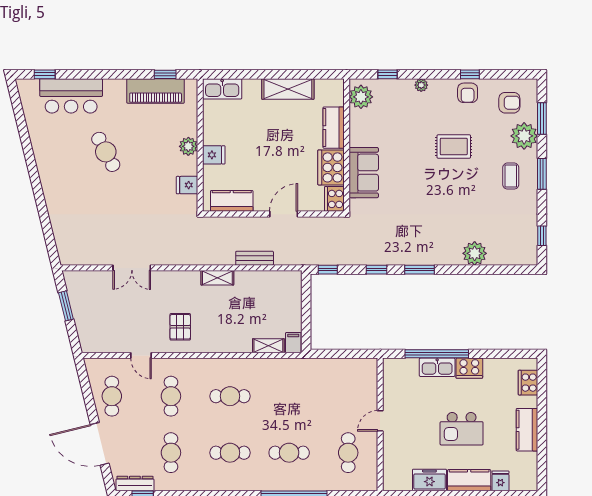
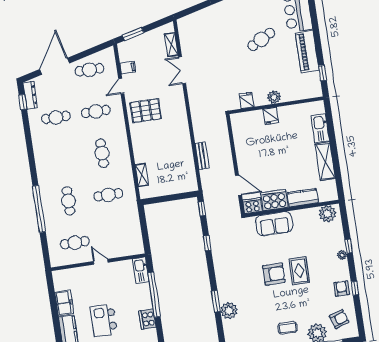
window: (387, 74) -> (349, 246), moved
kitchen sink: (222, 89) -> (320, 128), moved
piano: (156, 91) -> (307, 52), moved
armchair: (468, 93) -> (342, 289), turned 90
armchair: (509, 103) -> (339, 319), turned -109
rug: (454, 147) -> (299, 271), moved
armchair: (433, 184) -> (274, 274), added
kitchen counter: (232, 201) -> (240, 134), removed
door: (284, 214) -> (238, 185), moved
window: (419, 270) -> (216, 301), moved
shelving: (217, 278) -> (171, 45), moved
window: (66, 306) -> (133, 34), moved
pallet: (180, 327) -> (146, 111), width x1.50, depth x1.42
filing cabinet: (293, 343) -> (128, 68), moved
kitchen sink: (437, 367) -> (141, 270), moved
cafe table: (230, 453) -> (108, 195), moved, turned 90

